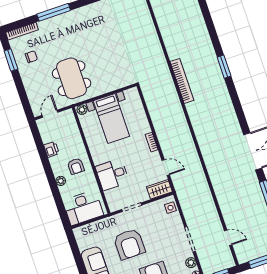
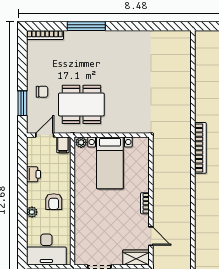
chair: (31, 57) -> (42, 92), moved
window: (11, 60) -> (22, 103), moved
dining table: (72, 78) -> (81, 104), turned 90
filing cabinet: (68, 117) -> (63, 145), added
desk: (112, 174) -> (90, 224), removed

